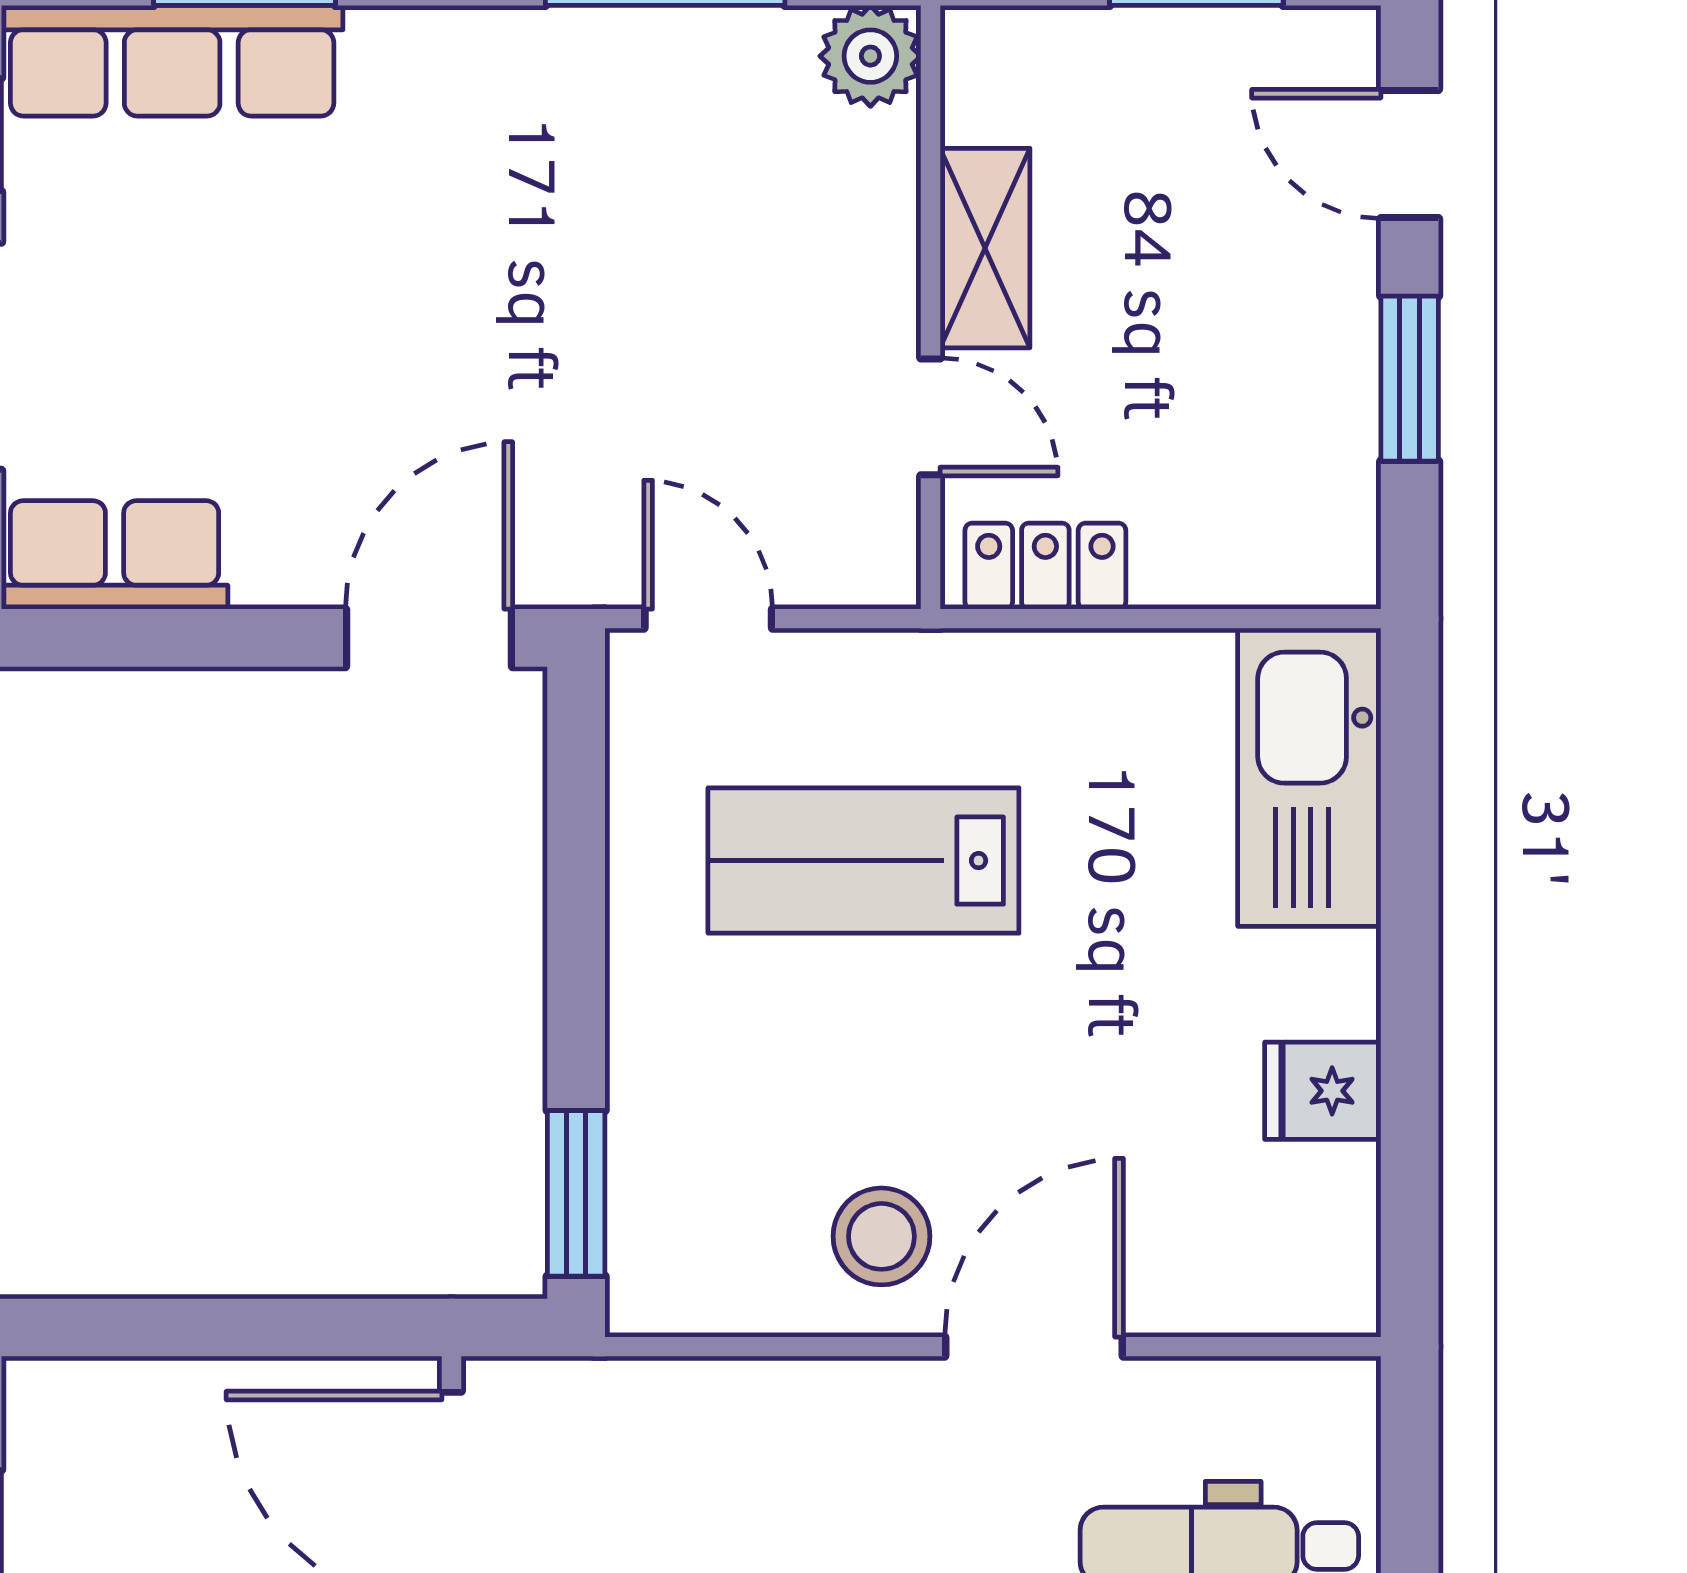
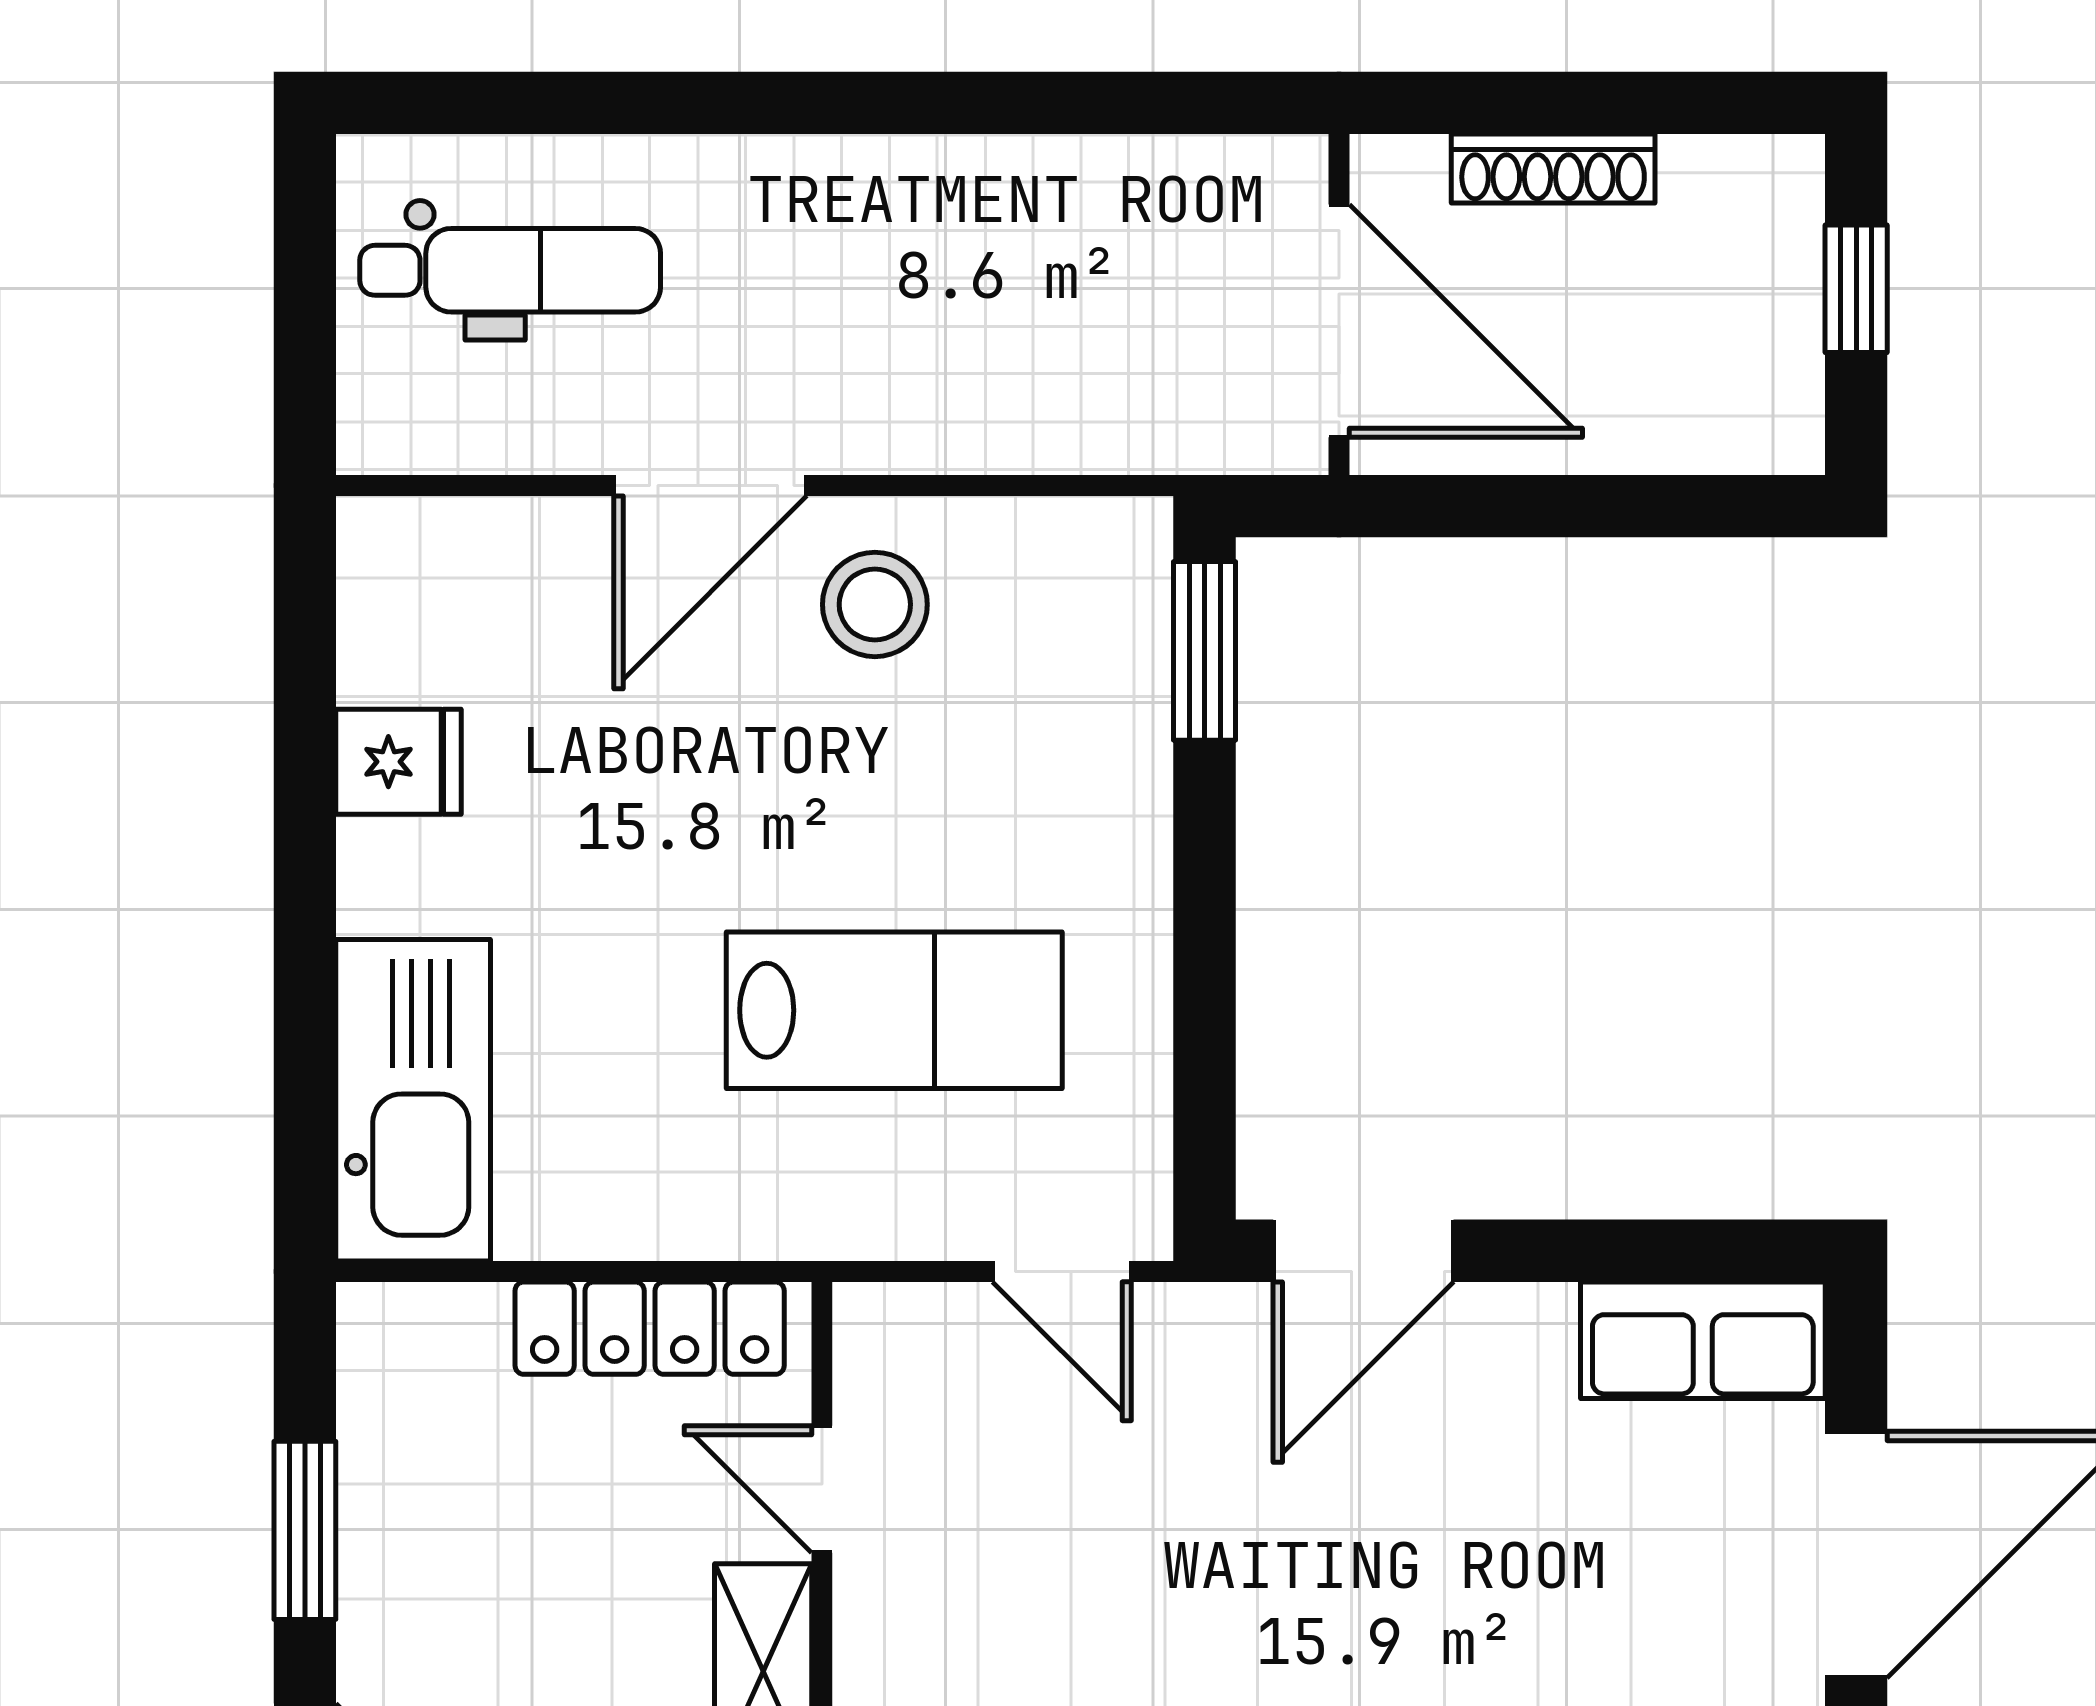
locker: (1045, 566) -> (650, 1328), width x1.53

